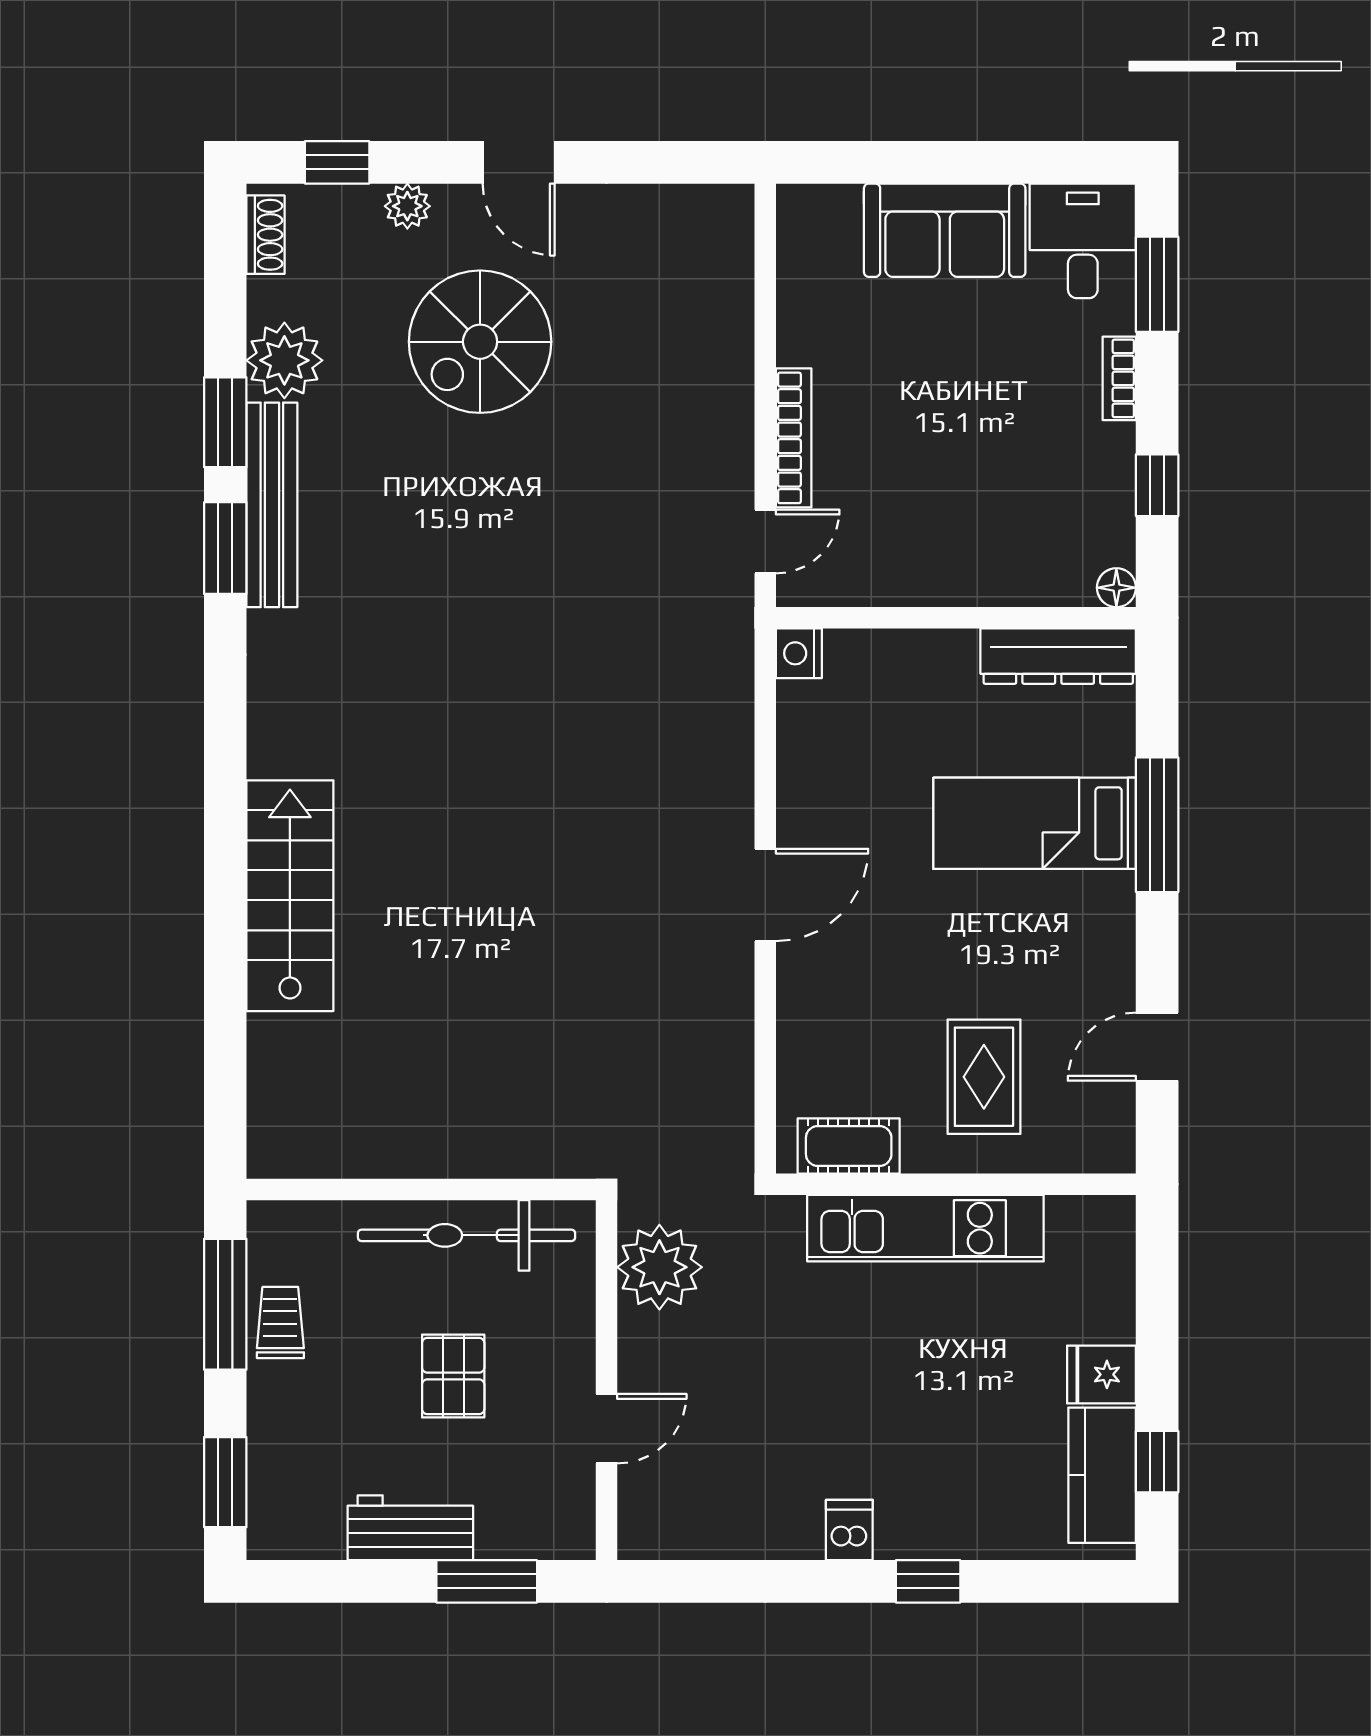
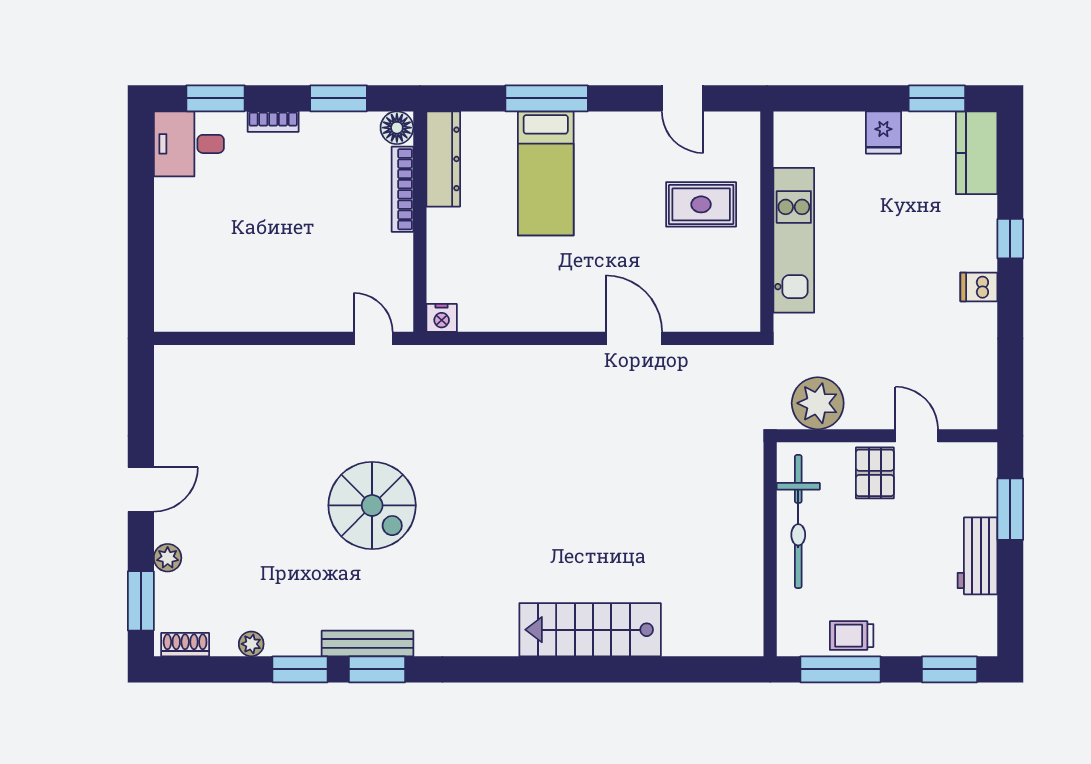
window: (337, 162) -> (141, 601), width x1.50
sofa: (945, 230) -> (182, 228), removed
spiral stairs: (480, 342) -> (372, 505), moved
plant: (284, 360) -> (251, 644), width x0.53, depth x0.53
bookcase: (794, 438) -> (402, 189), moved, turned -90
window: (1157, 485) -> (339, 98), width x1.50
bench: (272, 505) -> (367, 644), width x0.73, depth x0.82
floor lamp: (1116, 588) -> (397, 128), width x1.37, depth x1.37
door: (765, 895) -> (634, 338), moved
cot: (849, 1146) -> (743, 287), removed
pallet: (453, 1376) -> (875, 473), moved, turned 90
window: (1157, 1462) -> (937, 98), width x1.50
kitchen counter: (1102, 1475) -> (977, 153), moved, turned 90

